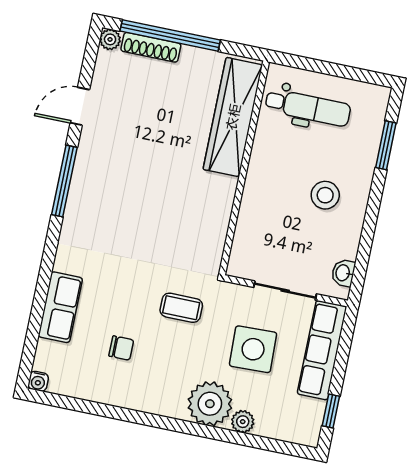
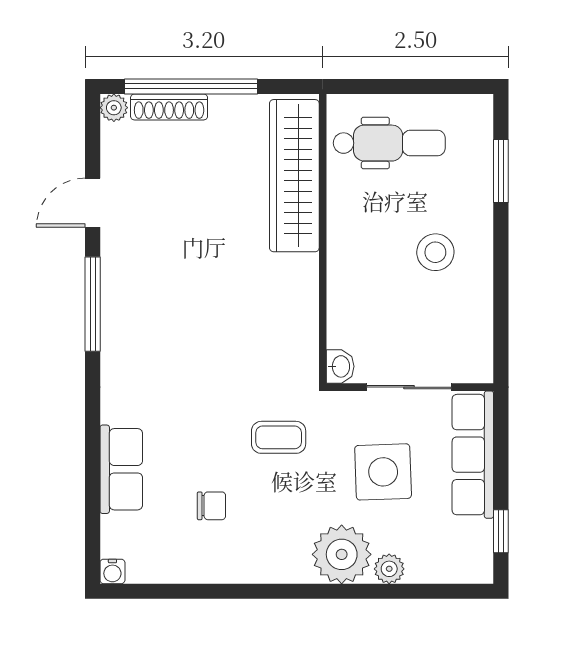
washbasin: (343, 273) -> (340, 366), moved, turned 180

